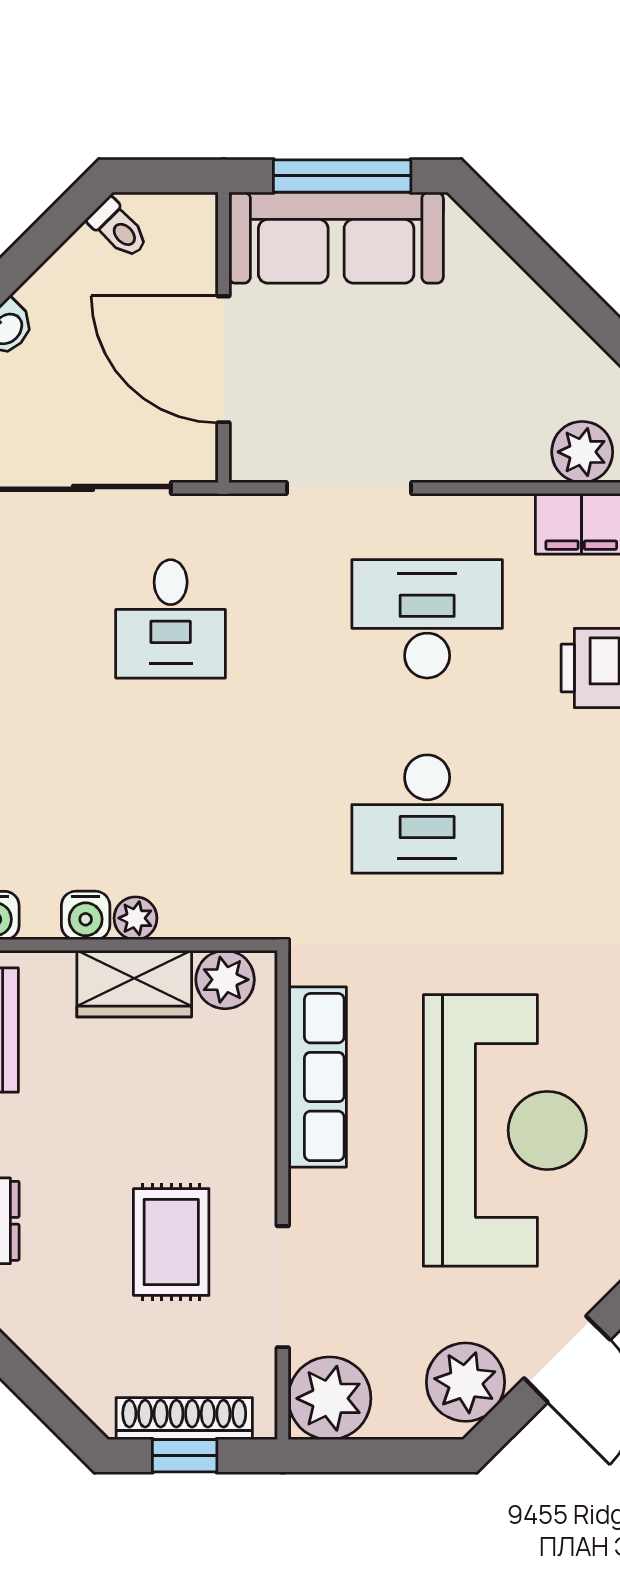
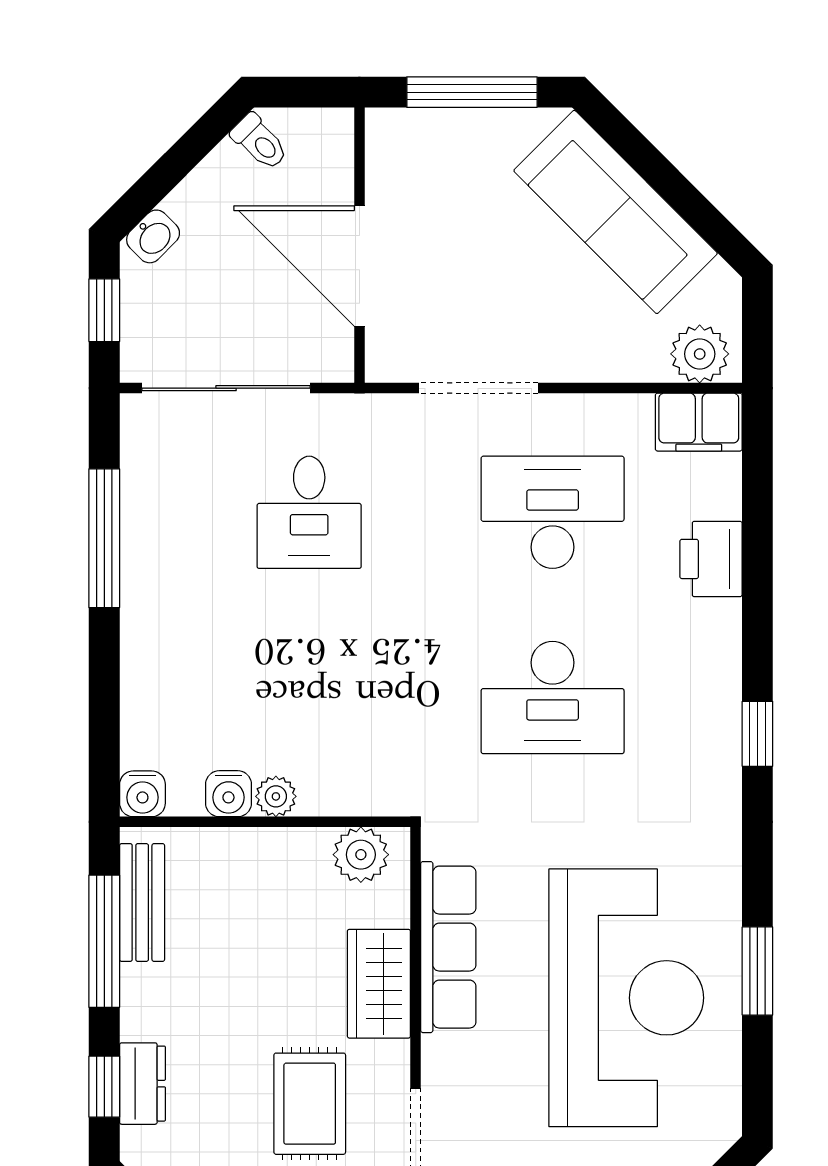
sofa: (336, 238) -> (616, 212), moved, turned 45
wardrobe: (134, 984) -> (379, 984), moved, turned 90

